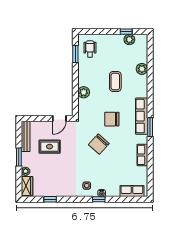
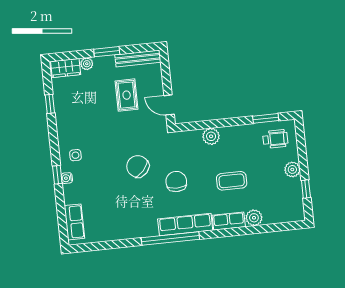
plant: (129, 40) -> (292, 169), moved
window: (150, 127) -> (170, 239), width x2.11
row of seats: (142, 155) -> (229, 221), moved

